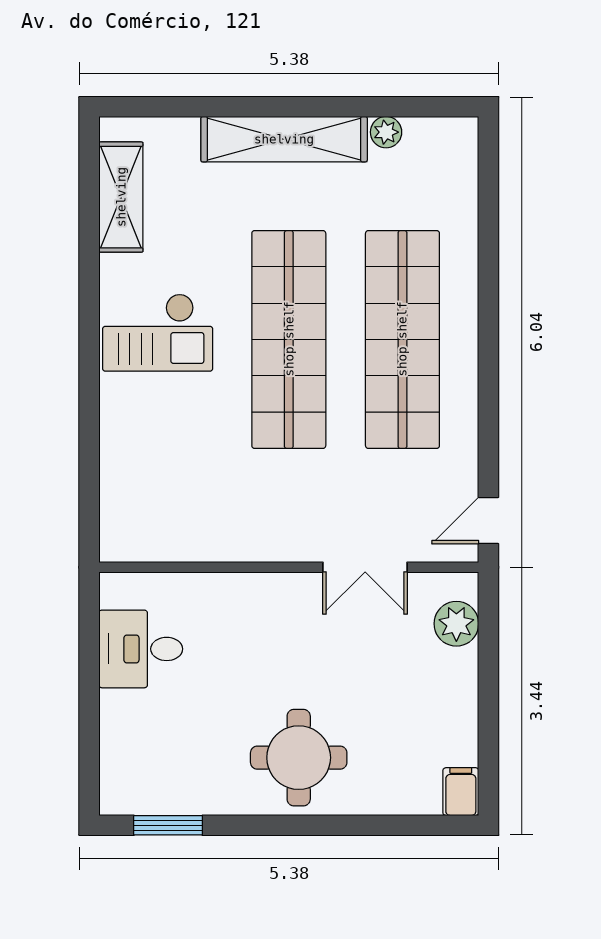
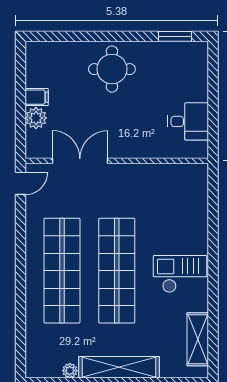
double door: (365, 567) -> (80, 161), width x1.37
plant: (456, 624) -> (36, 118), moved
filing cabinet: (461, 792) -> (37, 97), moved, turned -90

